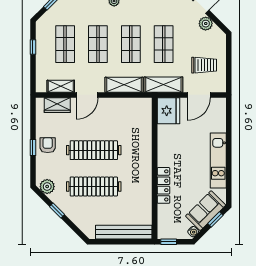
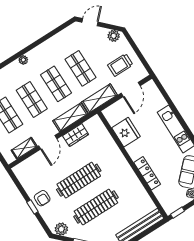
plant: (206, 24) -> (114, 36), moved
trolley: (204, 65) -> (120, 65), turned 180
wardrobe: (57, 105) -> (76, 135), moved
fridge: (168, 111) -> (126, 132), moved
armchair: (48, 145) -> (42, 198), turned 180

